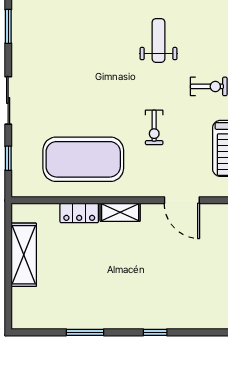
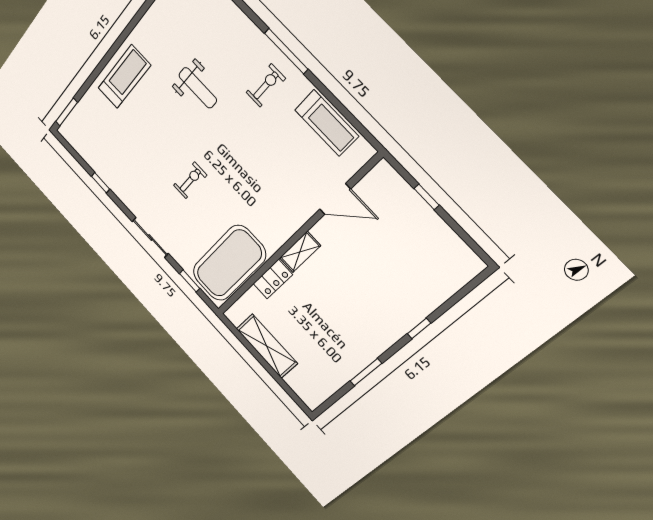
window: (8, 26) -> (101, 183), width x0.67
weight bench: (158, 40) -> (198, 88), turned 180
exercise bike: (154, 127) -> (190, 180), moved, turned -90
exercise mat: (83, 159) -> (229, 263), moved

